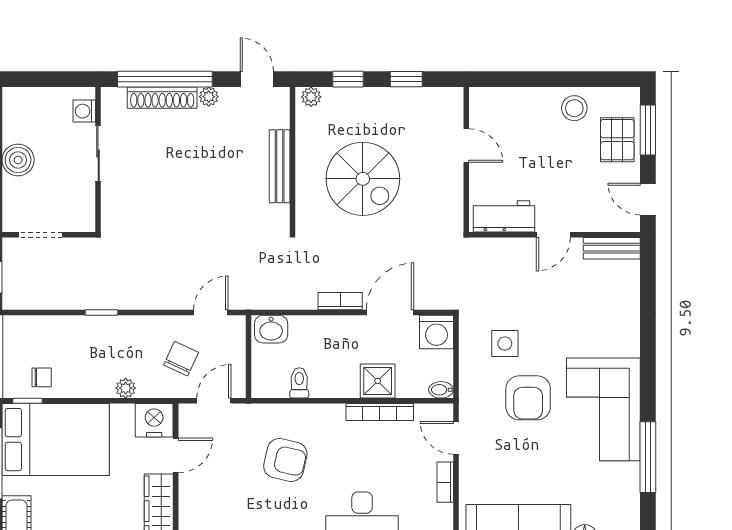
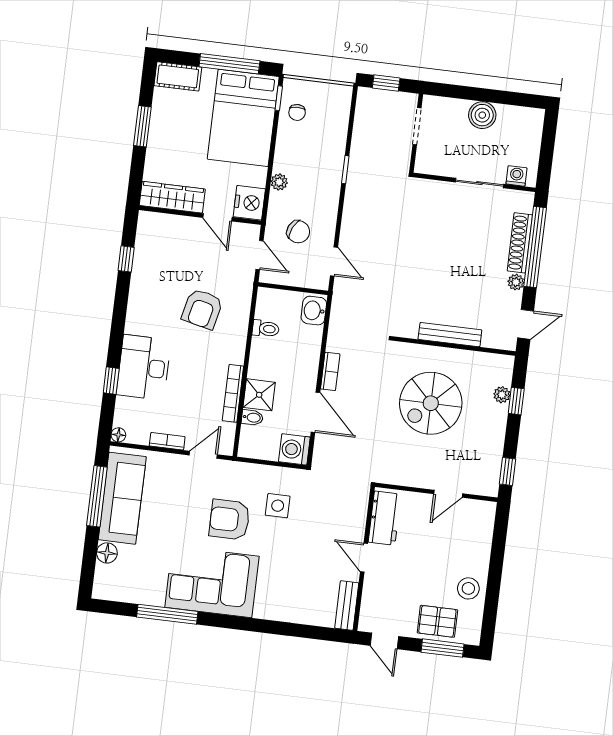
window: (406, 79) -> (508, 471), moved
plant: (311, 97) -> (502, 395), moved
door: (648, 199) -> (384, 641), swing flipped
bidet: (441, 390) -> (252, 417), moved, turned 90

